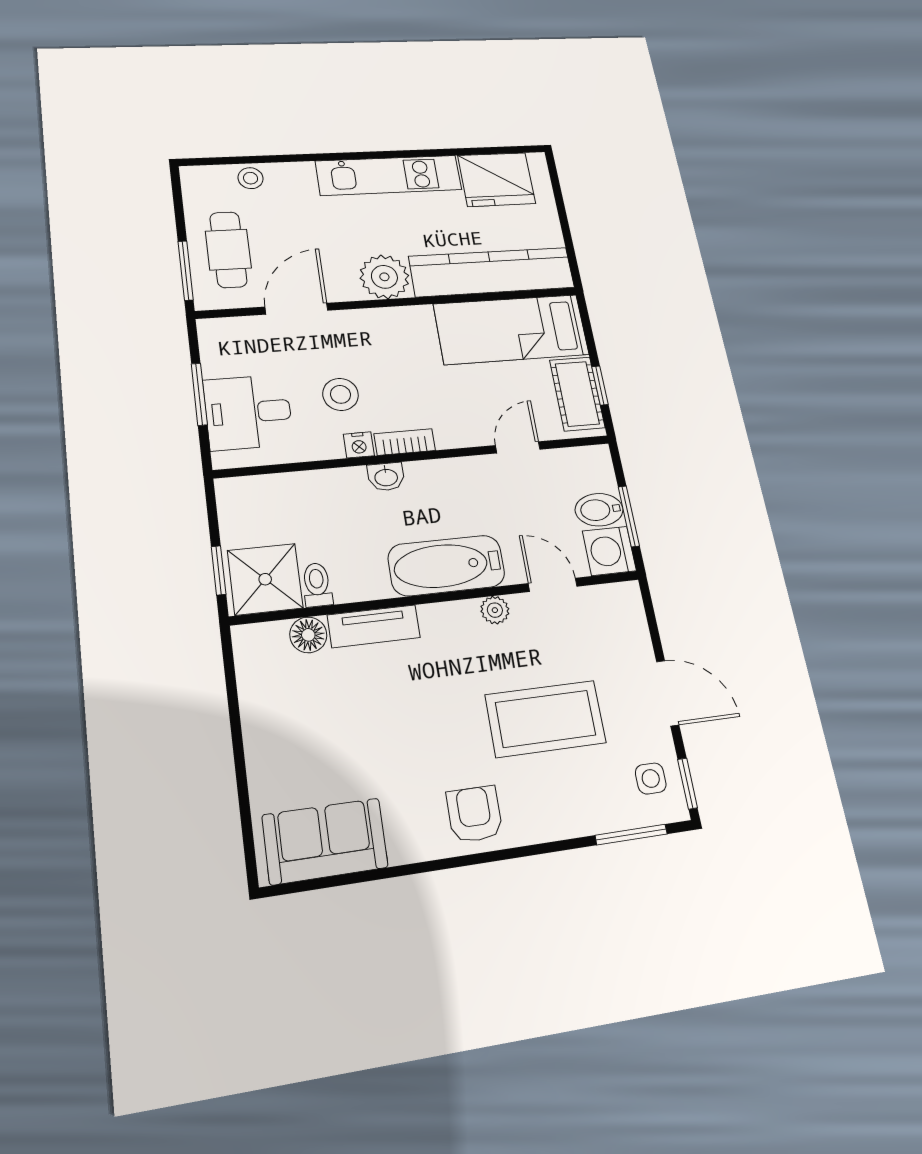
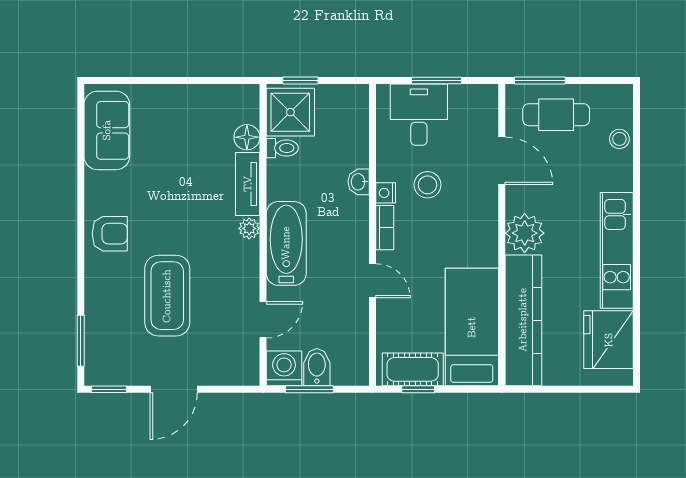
door: (518, 447) -> (373, 281), moved
washbasin: (386, 477) -> (359, 182), moved
plant: (495, 610) -> (249, 228), moved
side table: (651, 778) -> (116, 363), removed

